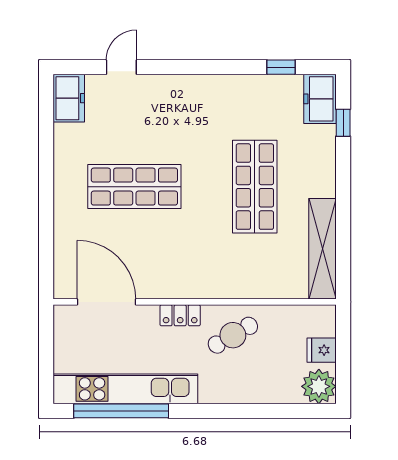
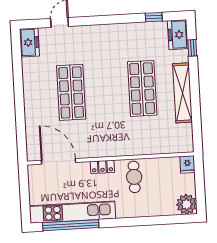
shop shelf: (134, 187) -> (71, 92), turned 90
shelving: (322, 249) -> (182, 93), moved
cafe table: (233, 335) -> (134, 177), turned -60
fridge: (322, 350) -> (187, 164), moved, turned -90

